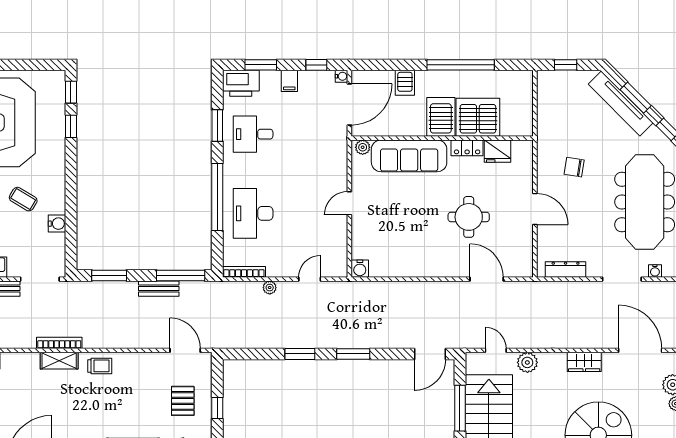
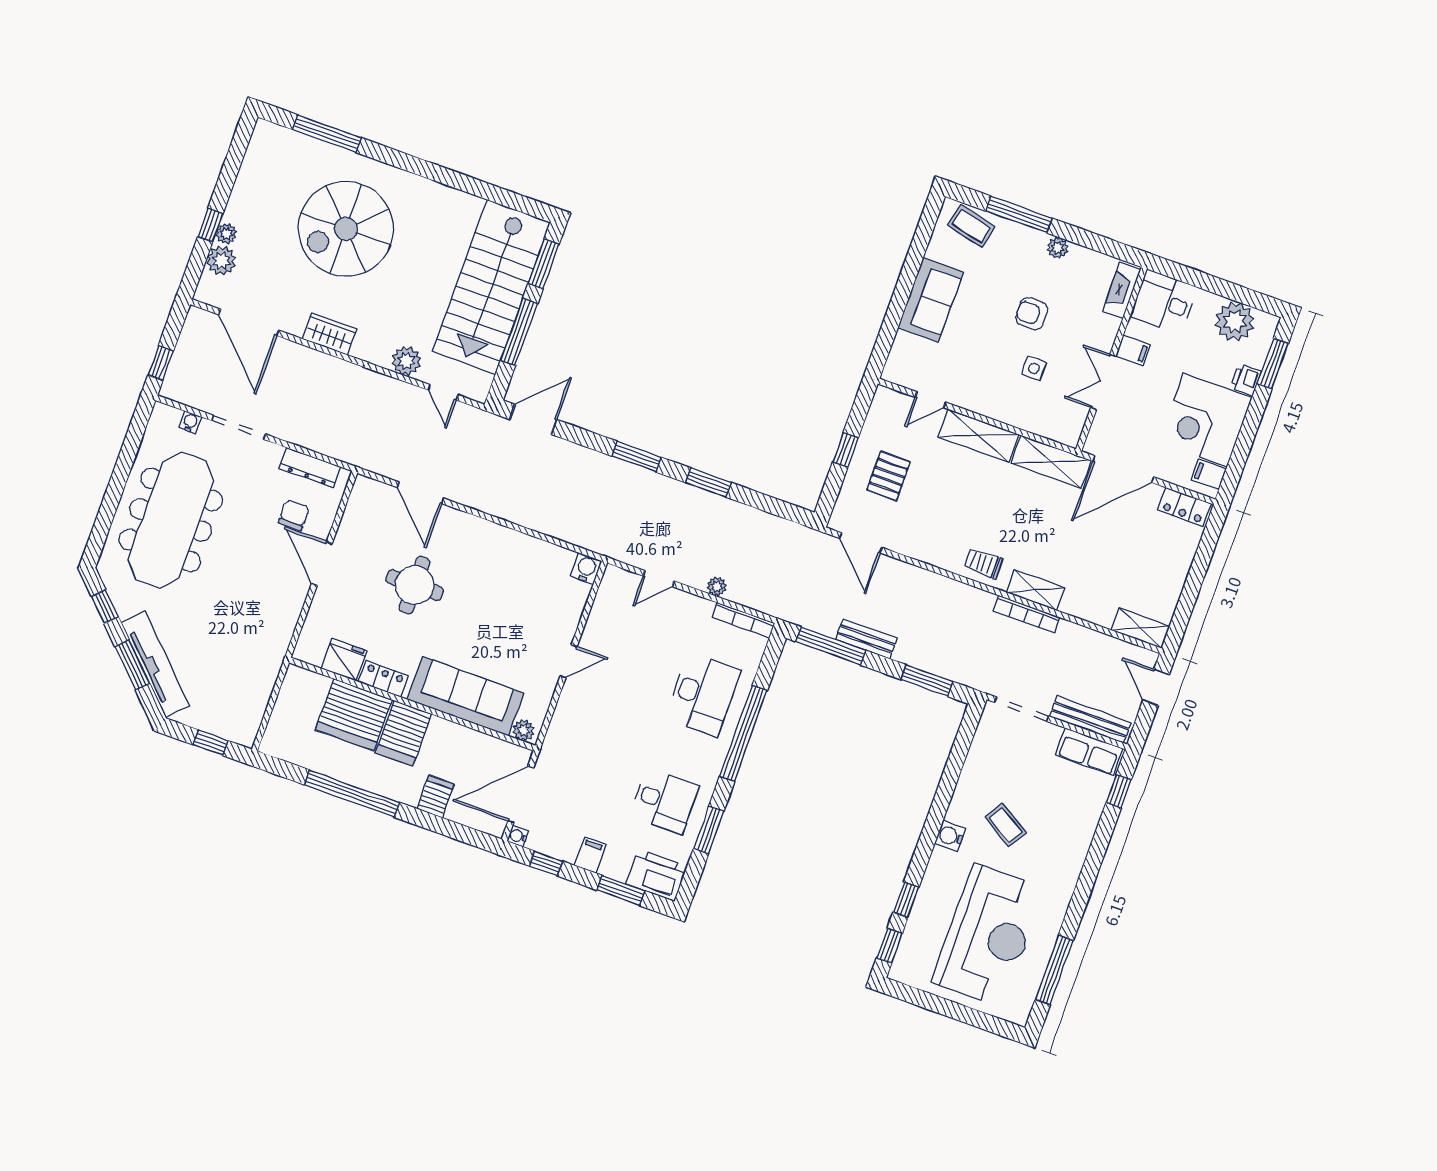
chair: (574, 167) -> (294, 515), moved, turned -99
water cooler: (57, 224) -> (950, 836), moved

